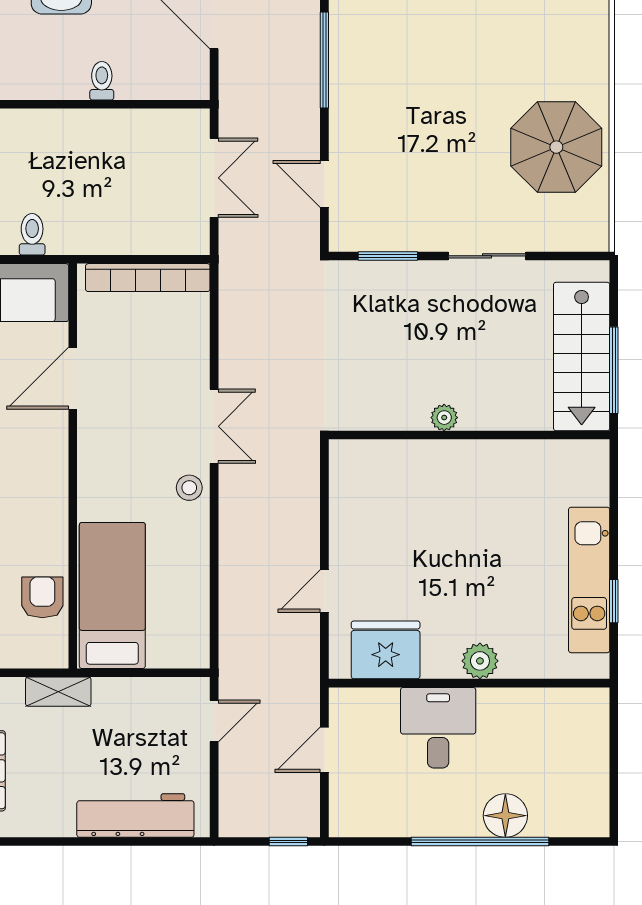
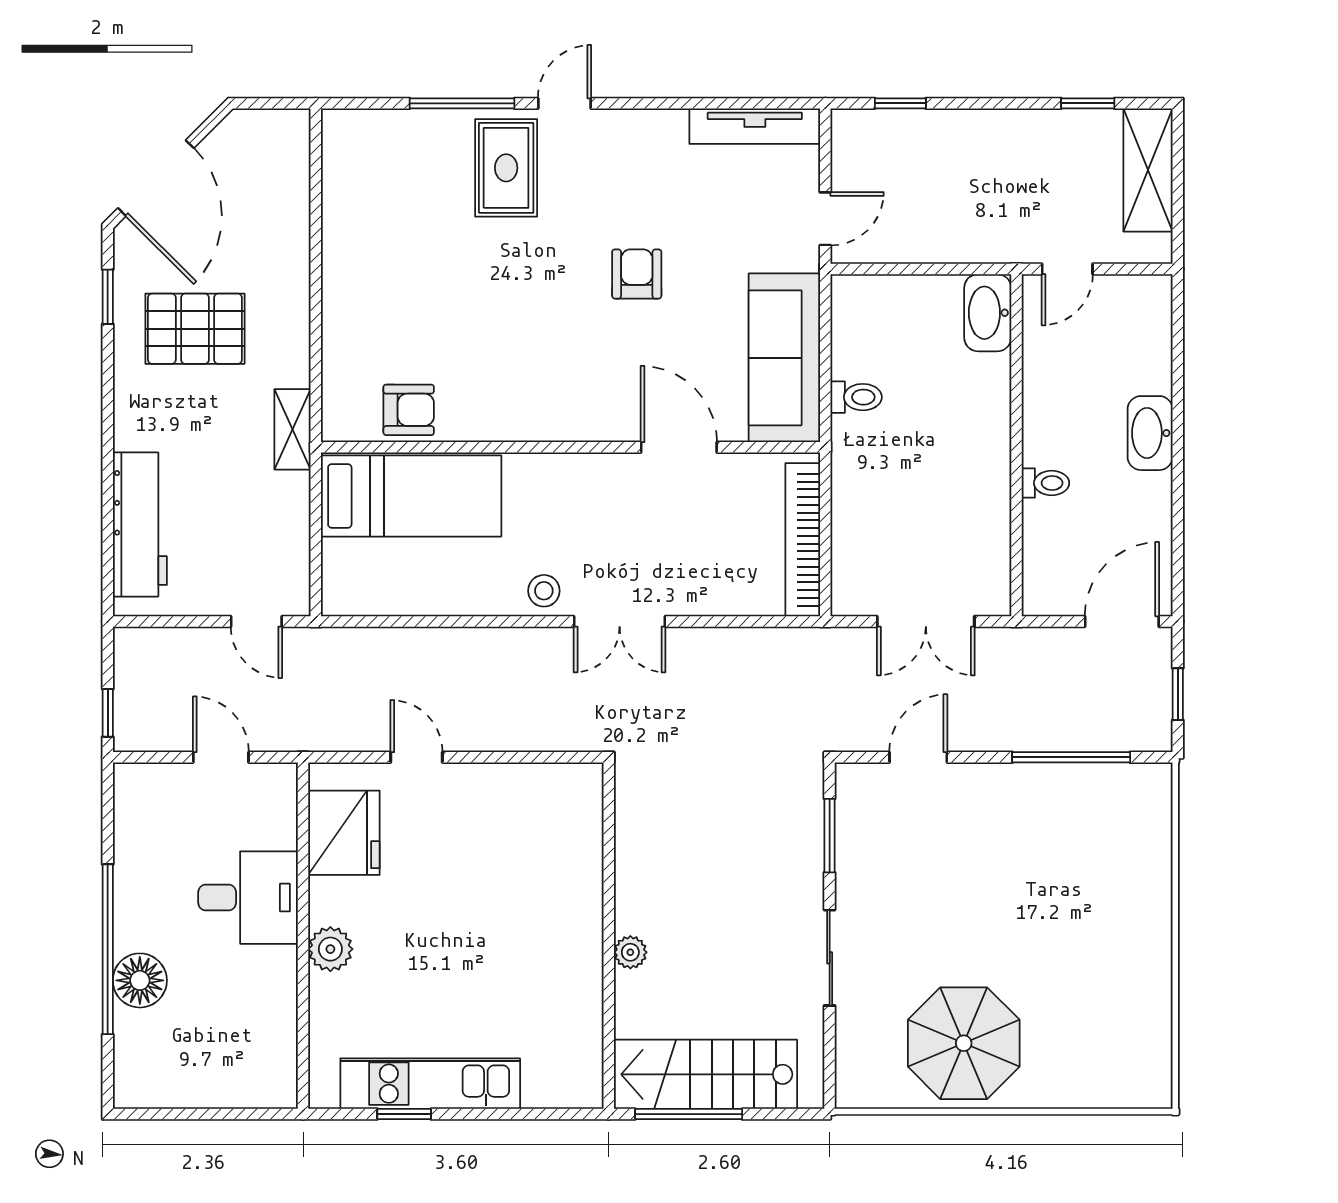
plant: (444, 418) -> (630, 952), moved

